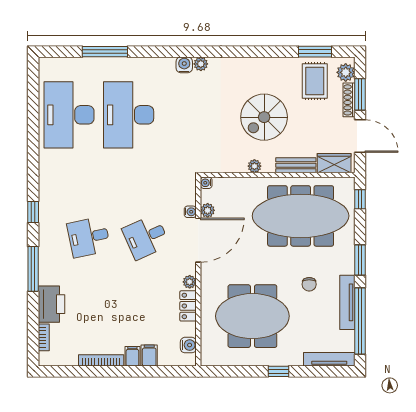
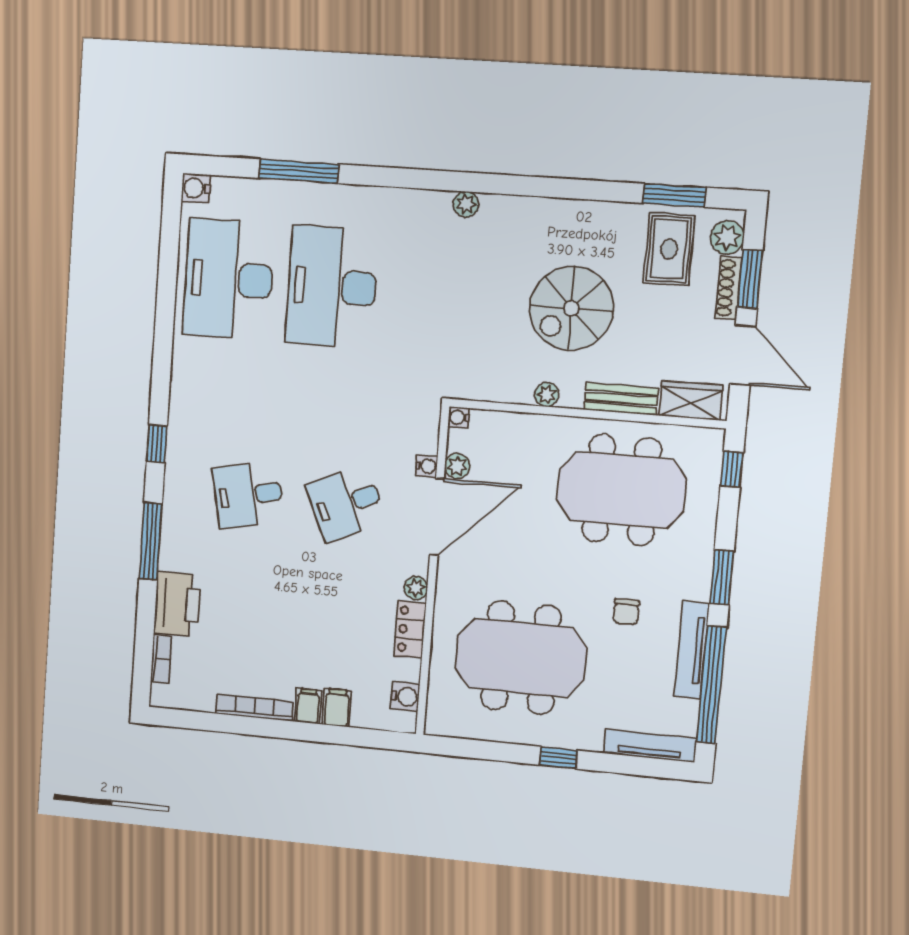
water cooler: (184, 65) -> (196, 188), moved, turned -90
meeting table: (301, 216) -> (622, 490), width x0.73

